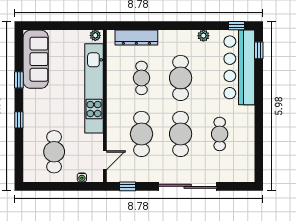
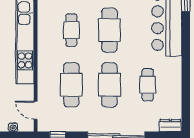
door: (105, 160) -> (36, 110), swing flipped
dresser: (243, 176) -> (170, 125), added

